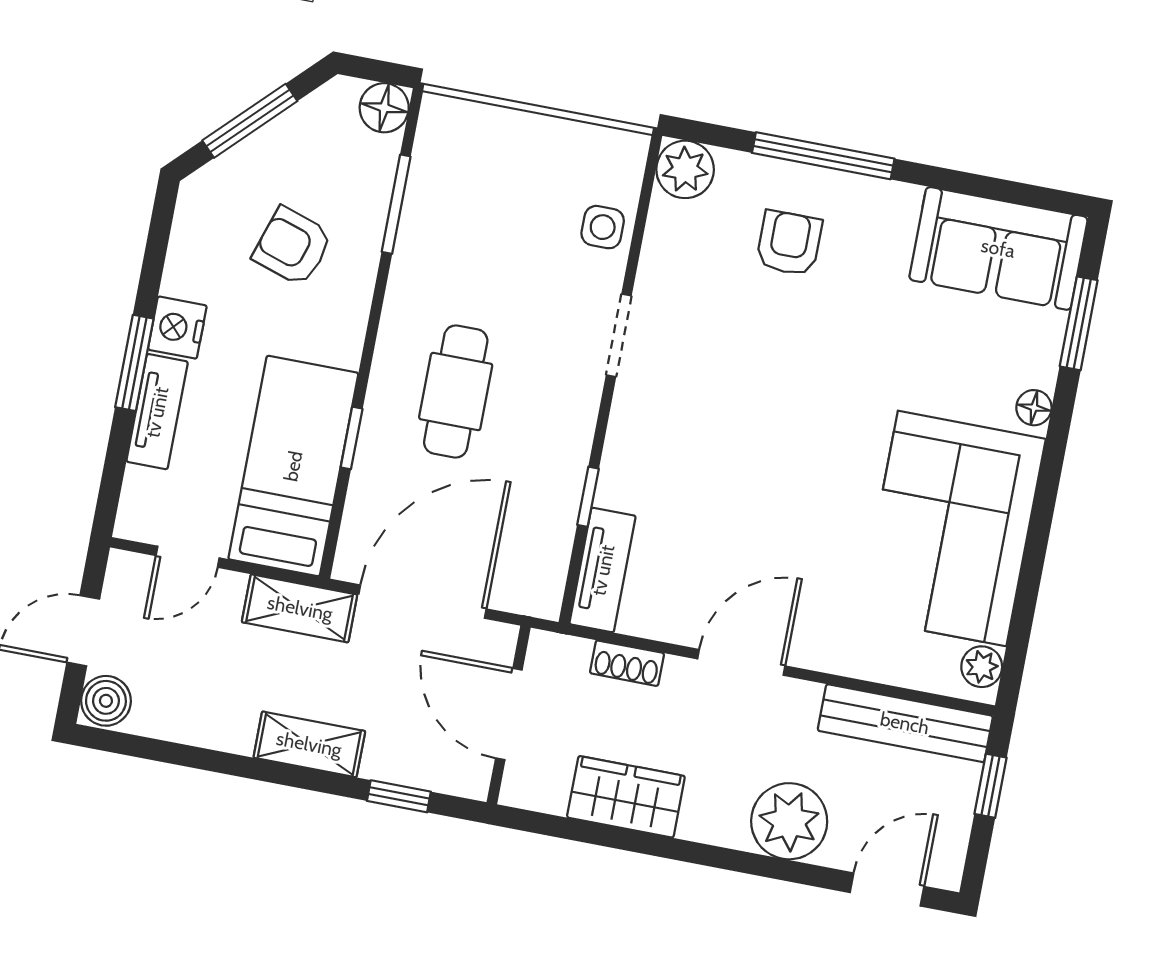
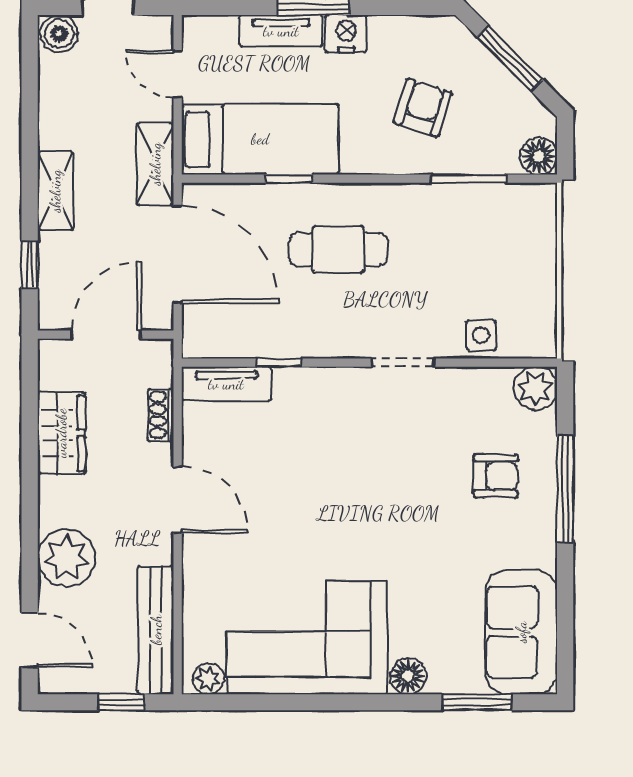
floor lamp: (1034, 408) -> (408, 676), width x1.37, depth x1.37

